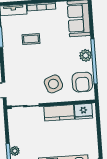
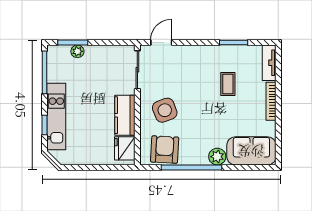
plant: (86, 55) -> (217, 157), moved
armchair: (82, 82) -> (165, 150), turned 93

